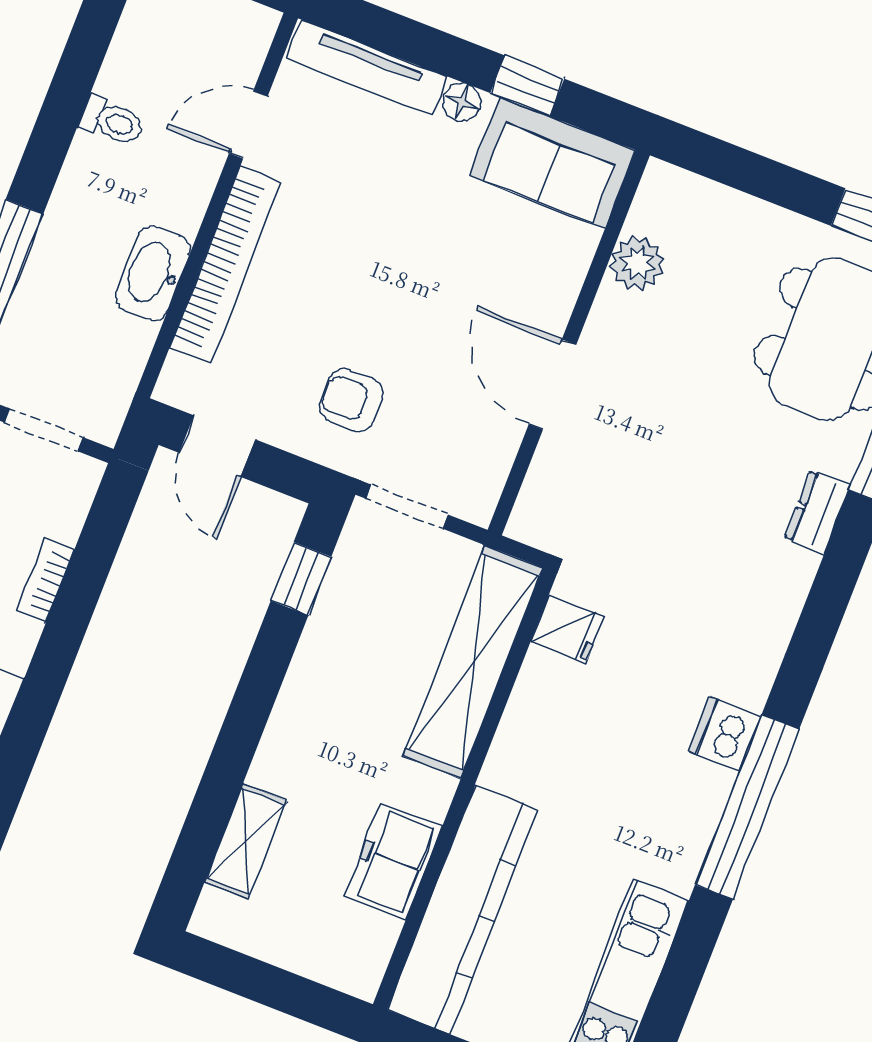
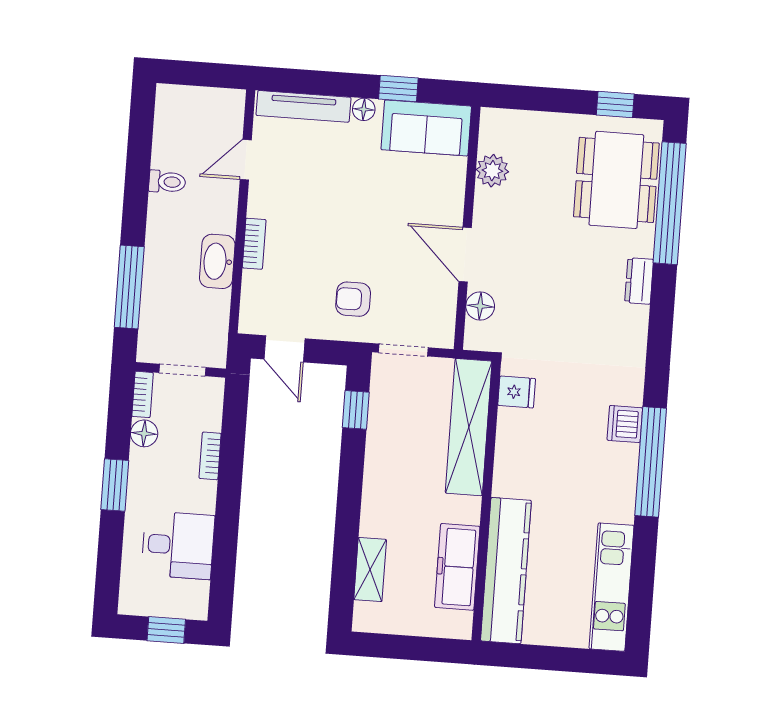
bookcase: (225, 265) -> (254, 244), width x0.43, depth x0.76
floor lamp: (551, 474) -> (480, 306), added
freezer: (394, 861) -> (457, 567), width x1.40

